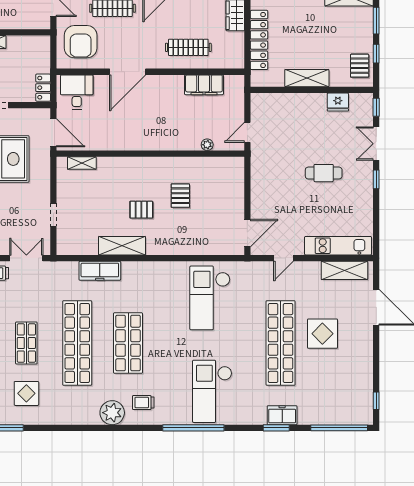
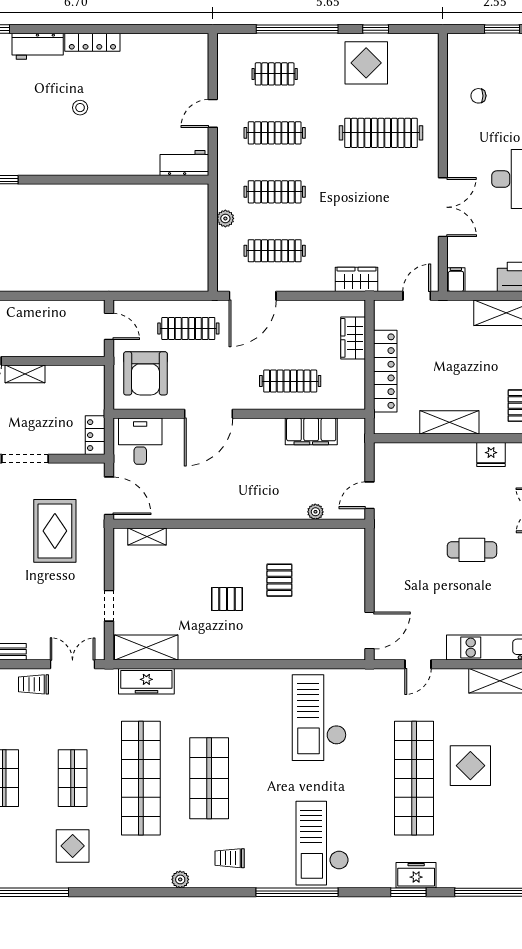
shelving: (122, 246) -> (146, 648), moved
freezer: (100, 271) -> (146, 681), moved
plant: (112, 413) -> (180, 879), width x0.53, depth x0.53

